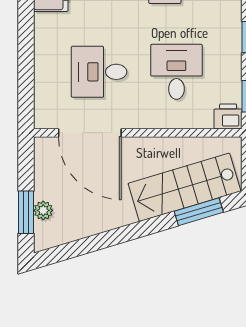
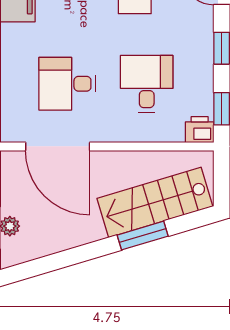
window: (199, 212) -> (143, 236), moved

